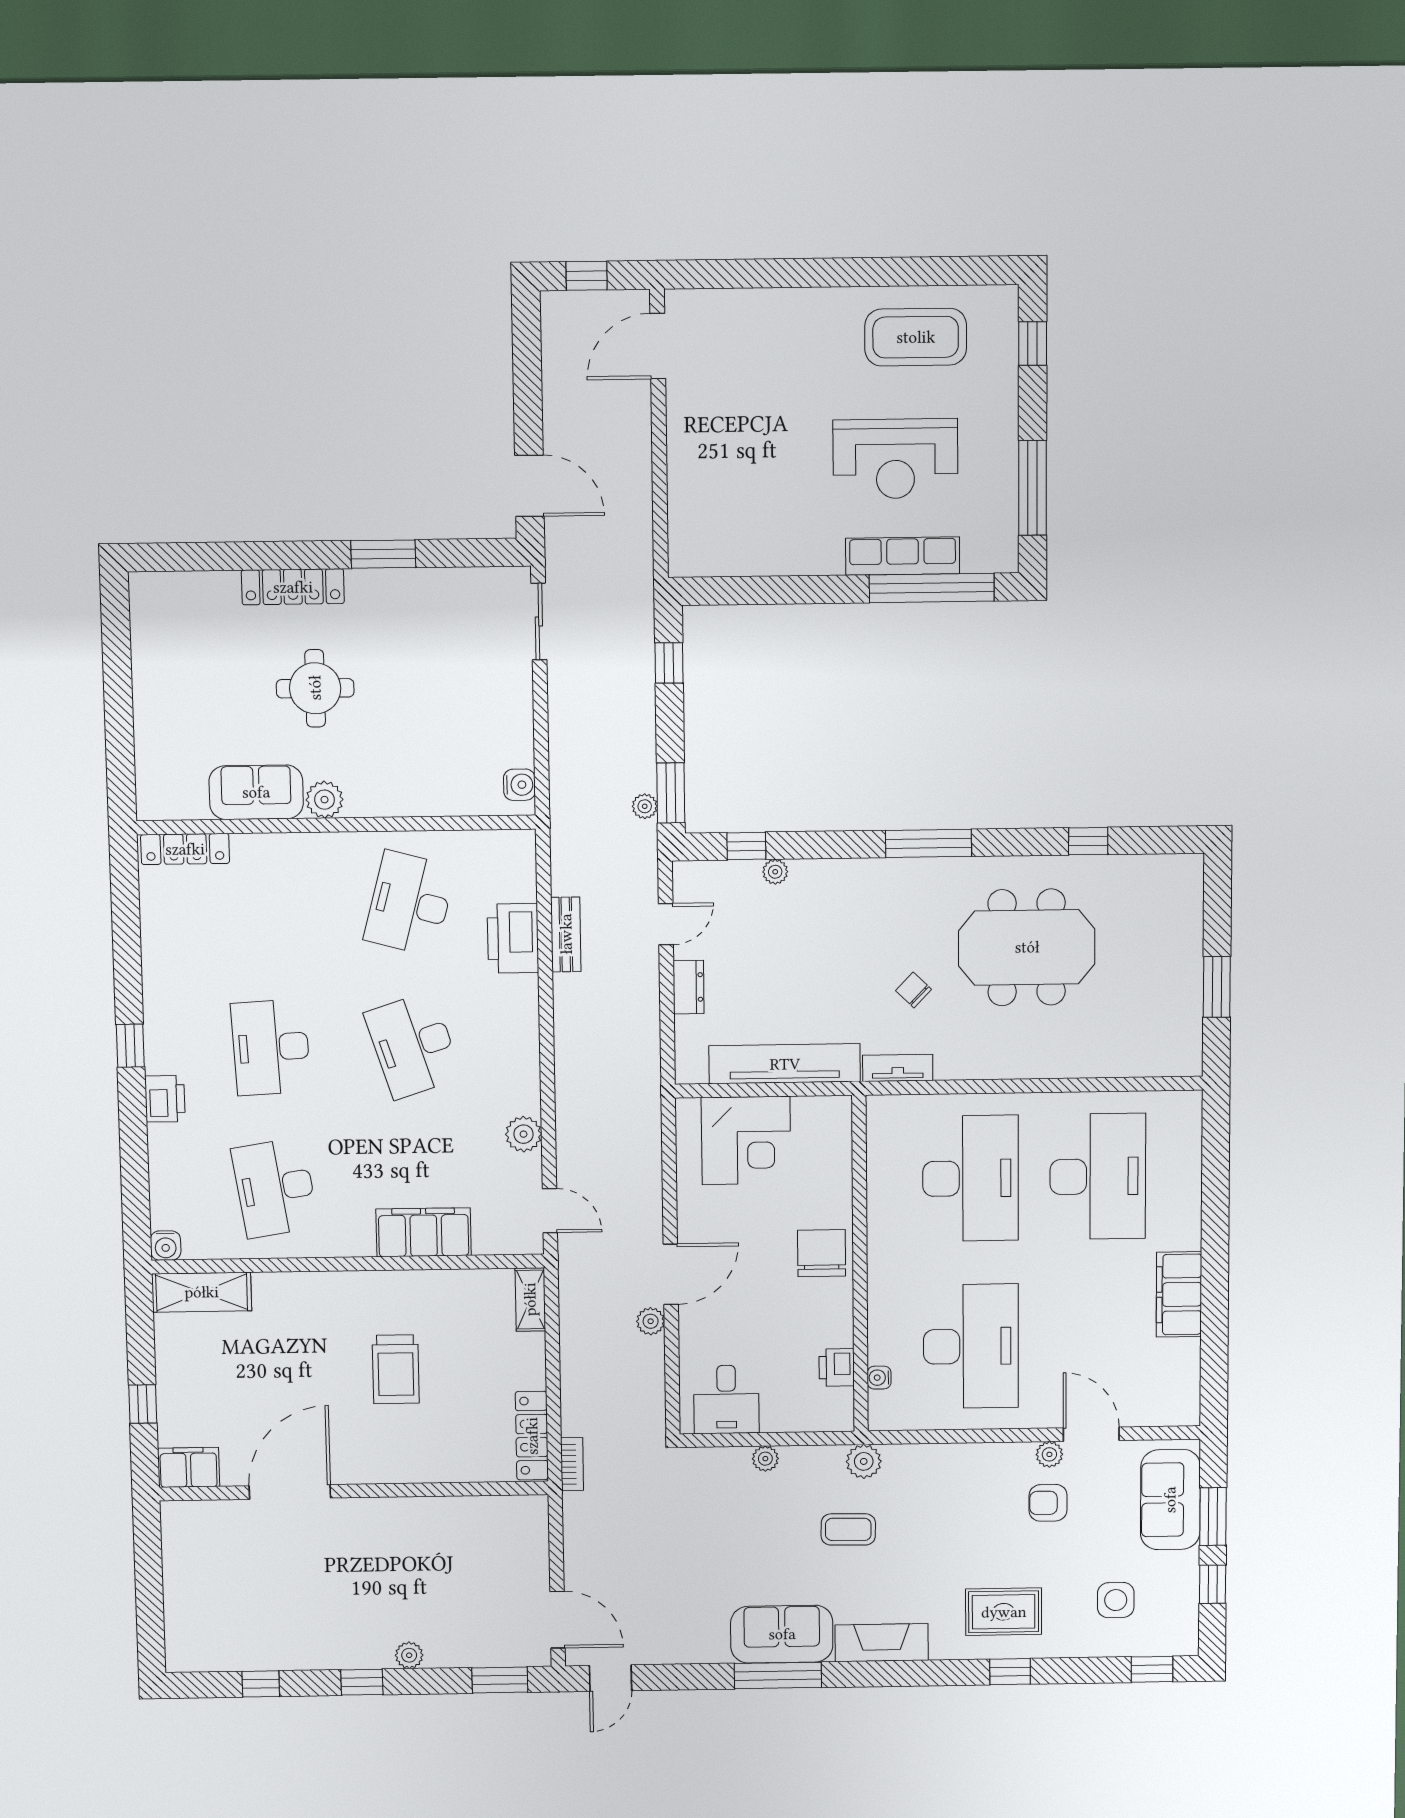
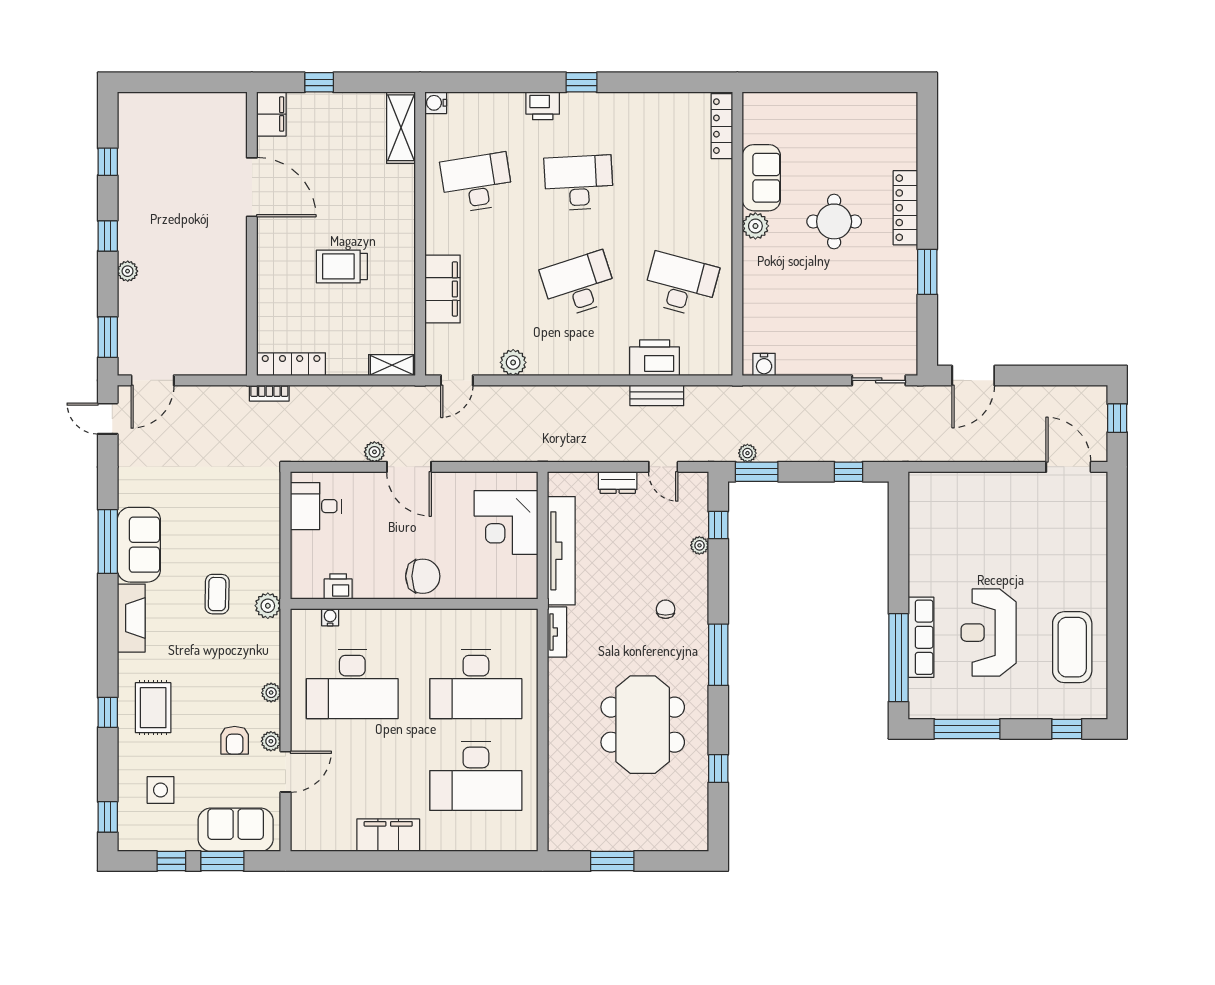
chair: (914, 990) -> (666, 609), moved, turned -44
plant: (765, 1459) -> (271, 693), moved
armchair: (1048, 1503) -> (235, 740), turned 180

